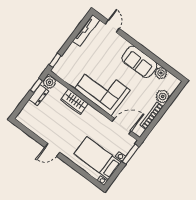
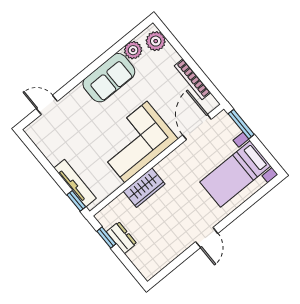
tv unit: (86, 30) -> (75, 183), moved
plant: (50, 82) -> (106, 217), removed
plant: (163, 96) -> (156, 41), moved

